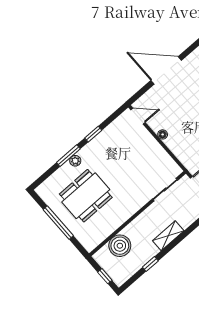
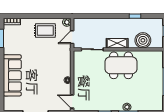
dining table: (86, 196) -> (121, 65), moved
shelving: (168, 236) -> (117, 43), moved

